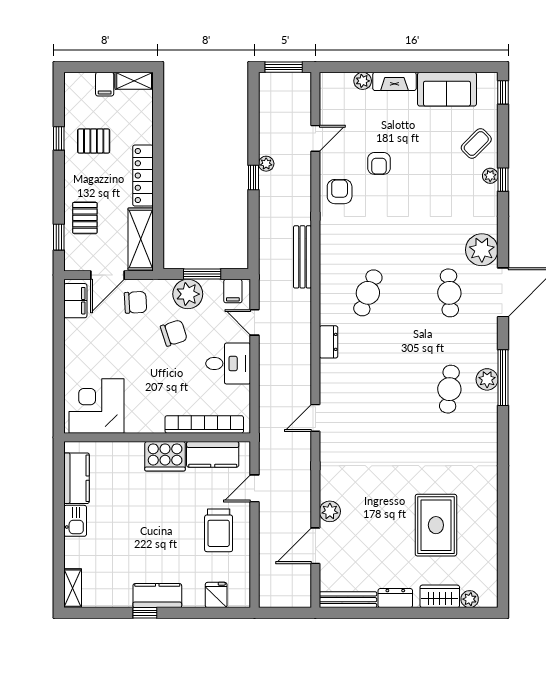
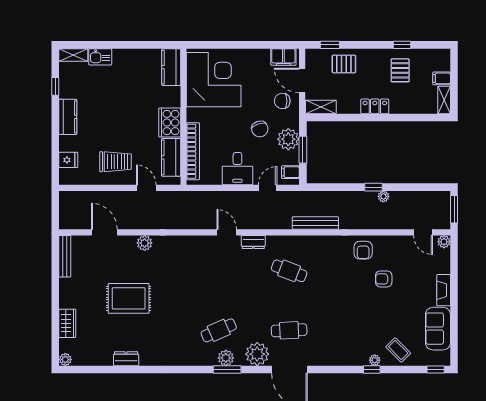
plant: (363, 81) -> (444, 242), moved
door: (315, 138) -> (423, 232), moved
locker: (143, 176) -> (375, 106), width x0.66
armchair: (340, 192) -> (363, 250), turned 90
shelving: (141, 239) -> (321, 107), width x0.67, depth x0.75
plant: (482, 250) -> (257, 354), moved
chair: (136, 302) -> (282, 101), turned 93
window: (503, 378) -> (227, 369), width x0.69
cafe table: (449, 389) -> (219, 330), turned -30
corner desk: (96, 406) -> (214, 80), width x1.36, depth x1.36
door: (315, 418) -> (227, 232), moved
kitchen counter: (77, 478) -> (171, 67), moved, turned 90
plant: (330, 511) -> (145, 243), moved
kitchen sink: (75, 521) -> (100, 57), moved
rug: (436, 525) -> (129, 298), moved
trolley: (219, 530) -> (116, 162), turned 180
dresser: (395, 598) -> (126, 359), moved, turned -90
plant: (470, 599) -> (65, 360), moved
window: (145, 613) -> (55, 86), moved

